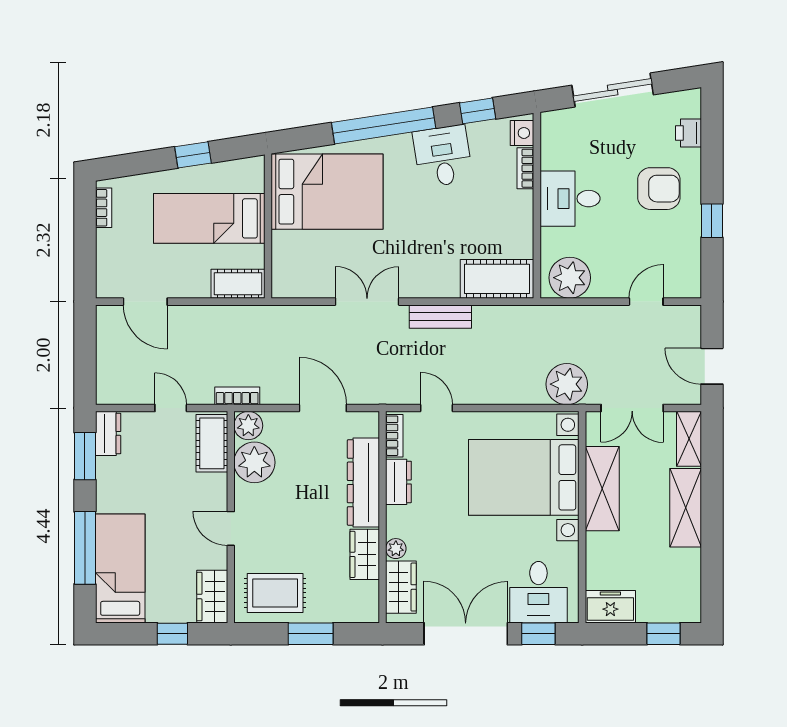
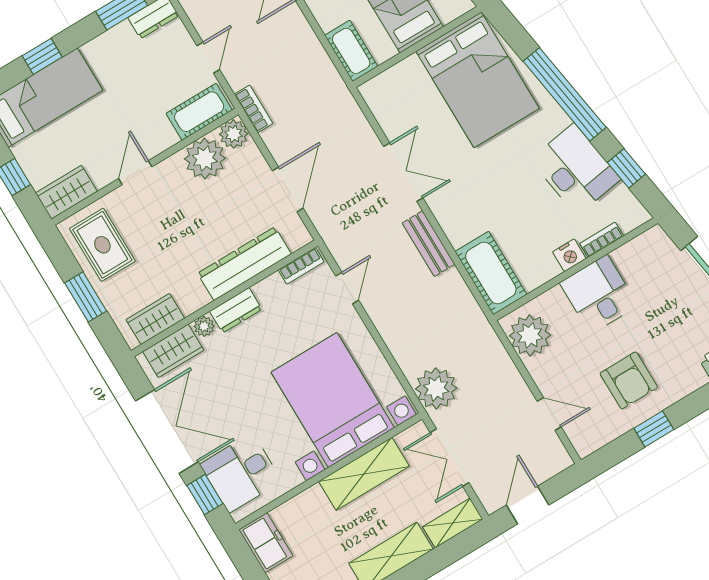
nightstand: (522, 133) -> (569, 255), moved
desk: (443, 156) -> (575, 169), width x1.37
armchair: (659, 189) -> (629, 380), moved
dresser: (398, 482) -> (236, 310), moved
window: (85, 548) -> (42, 56), width x0.46
wardrobe: (365, 554) -> (155, 319), moved

